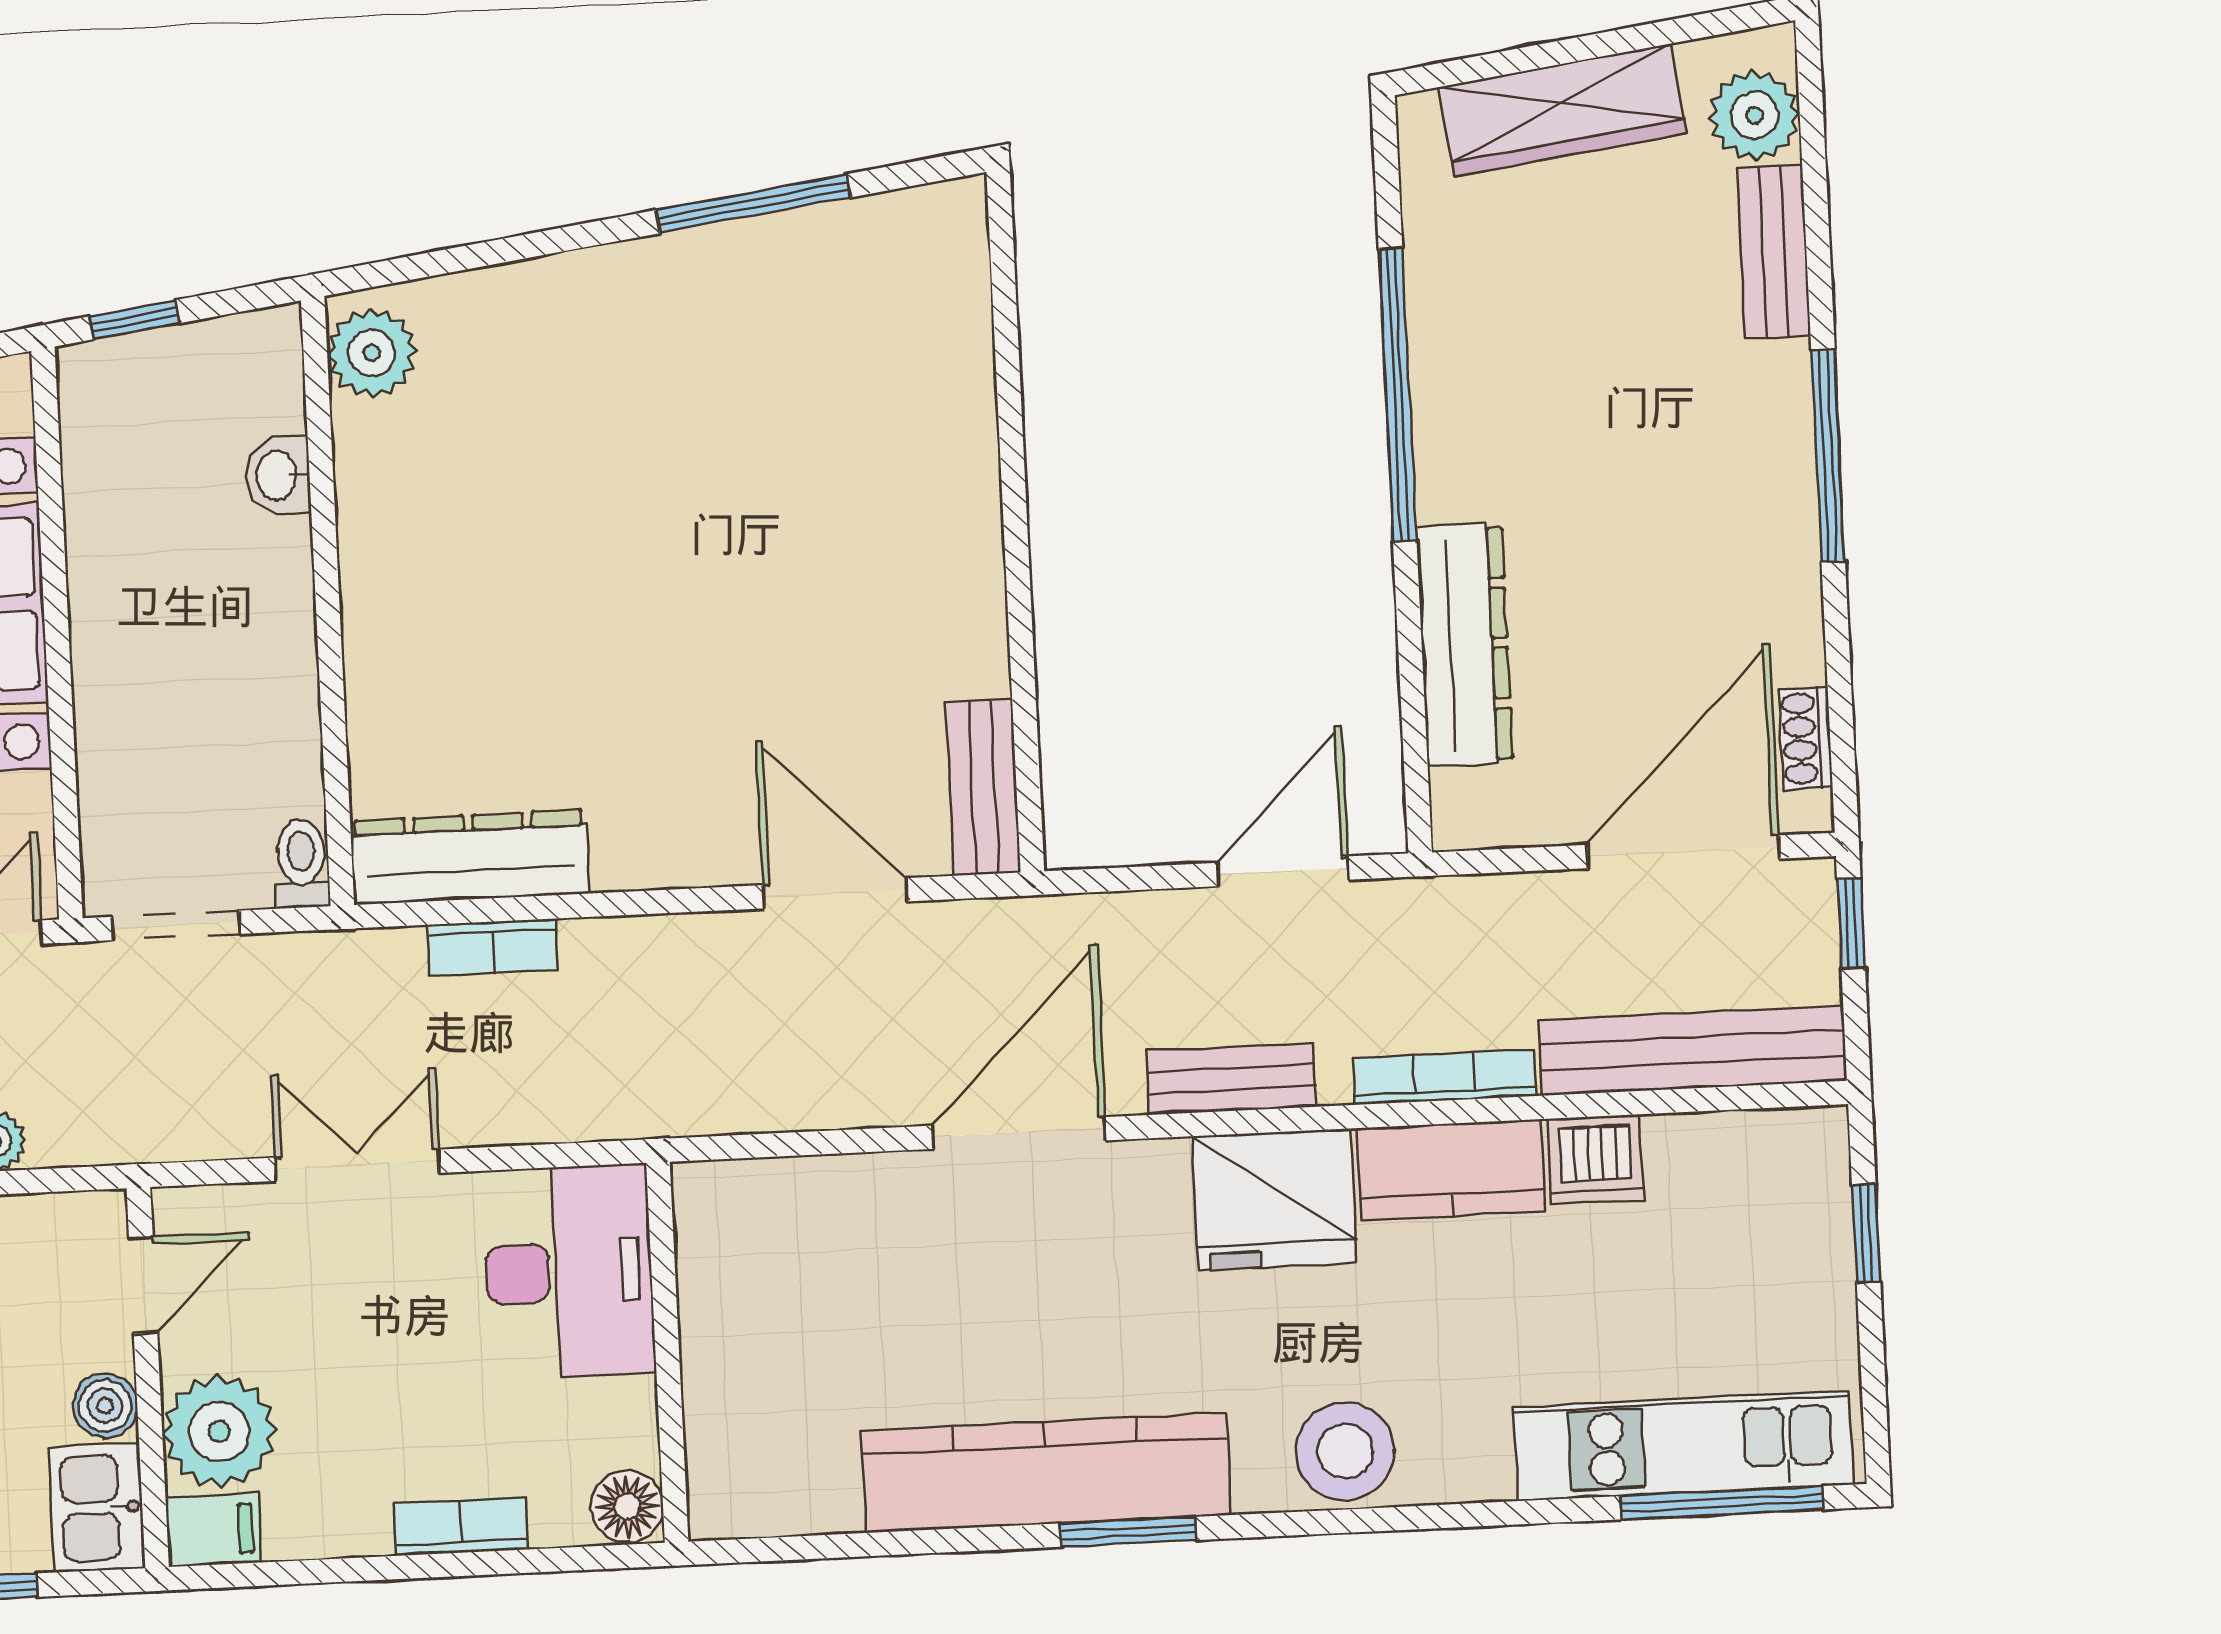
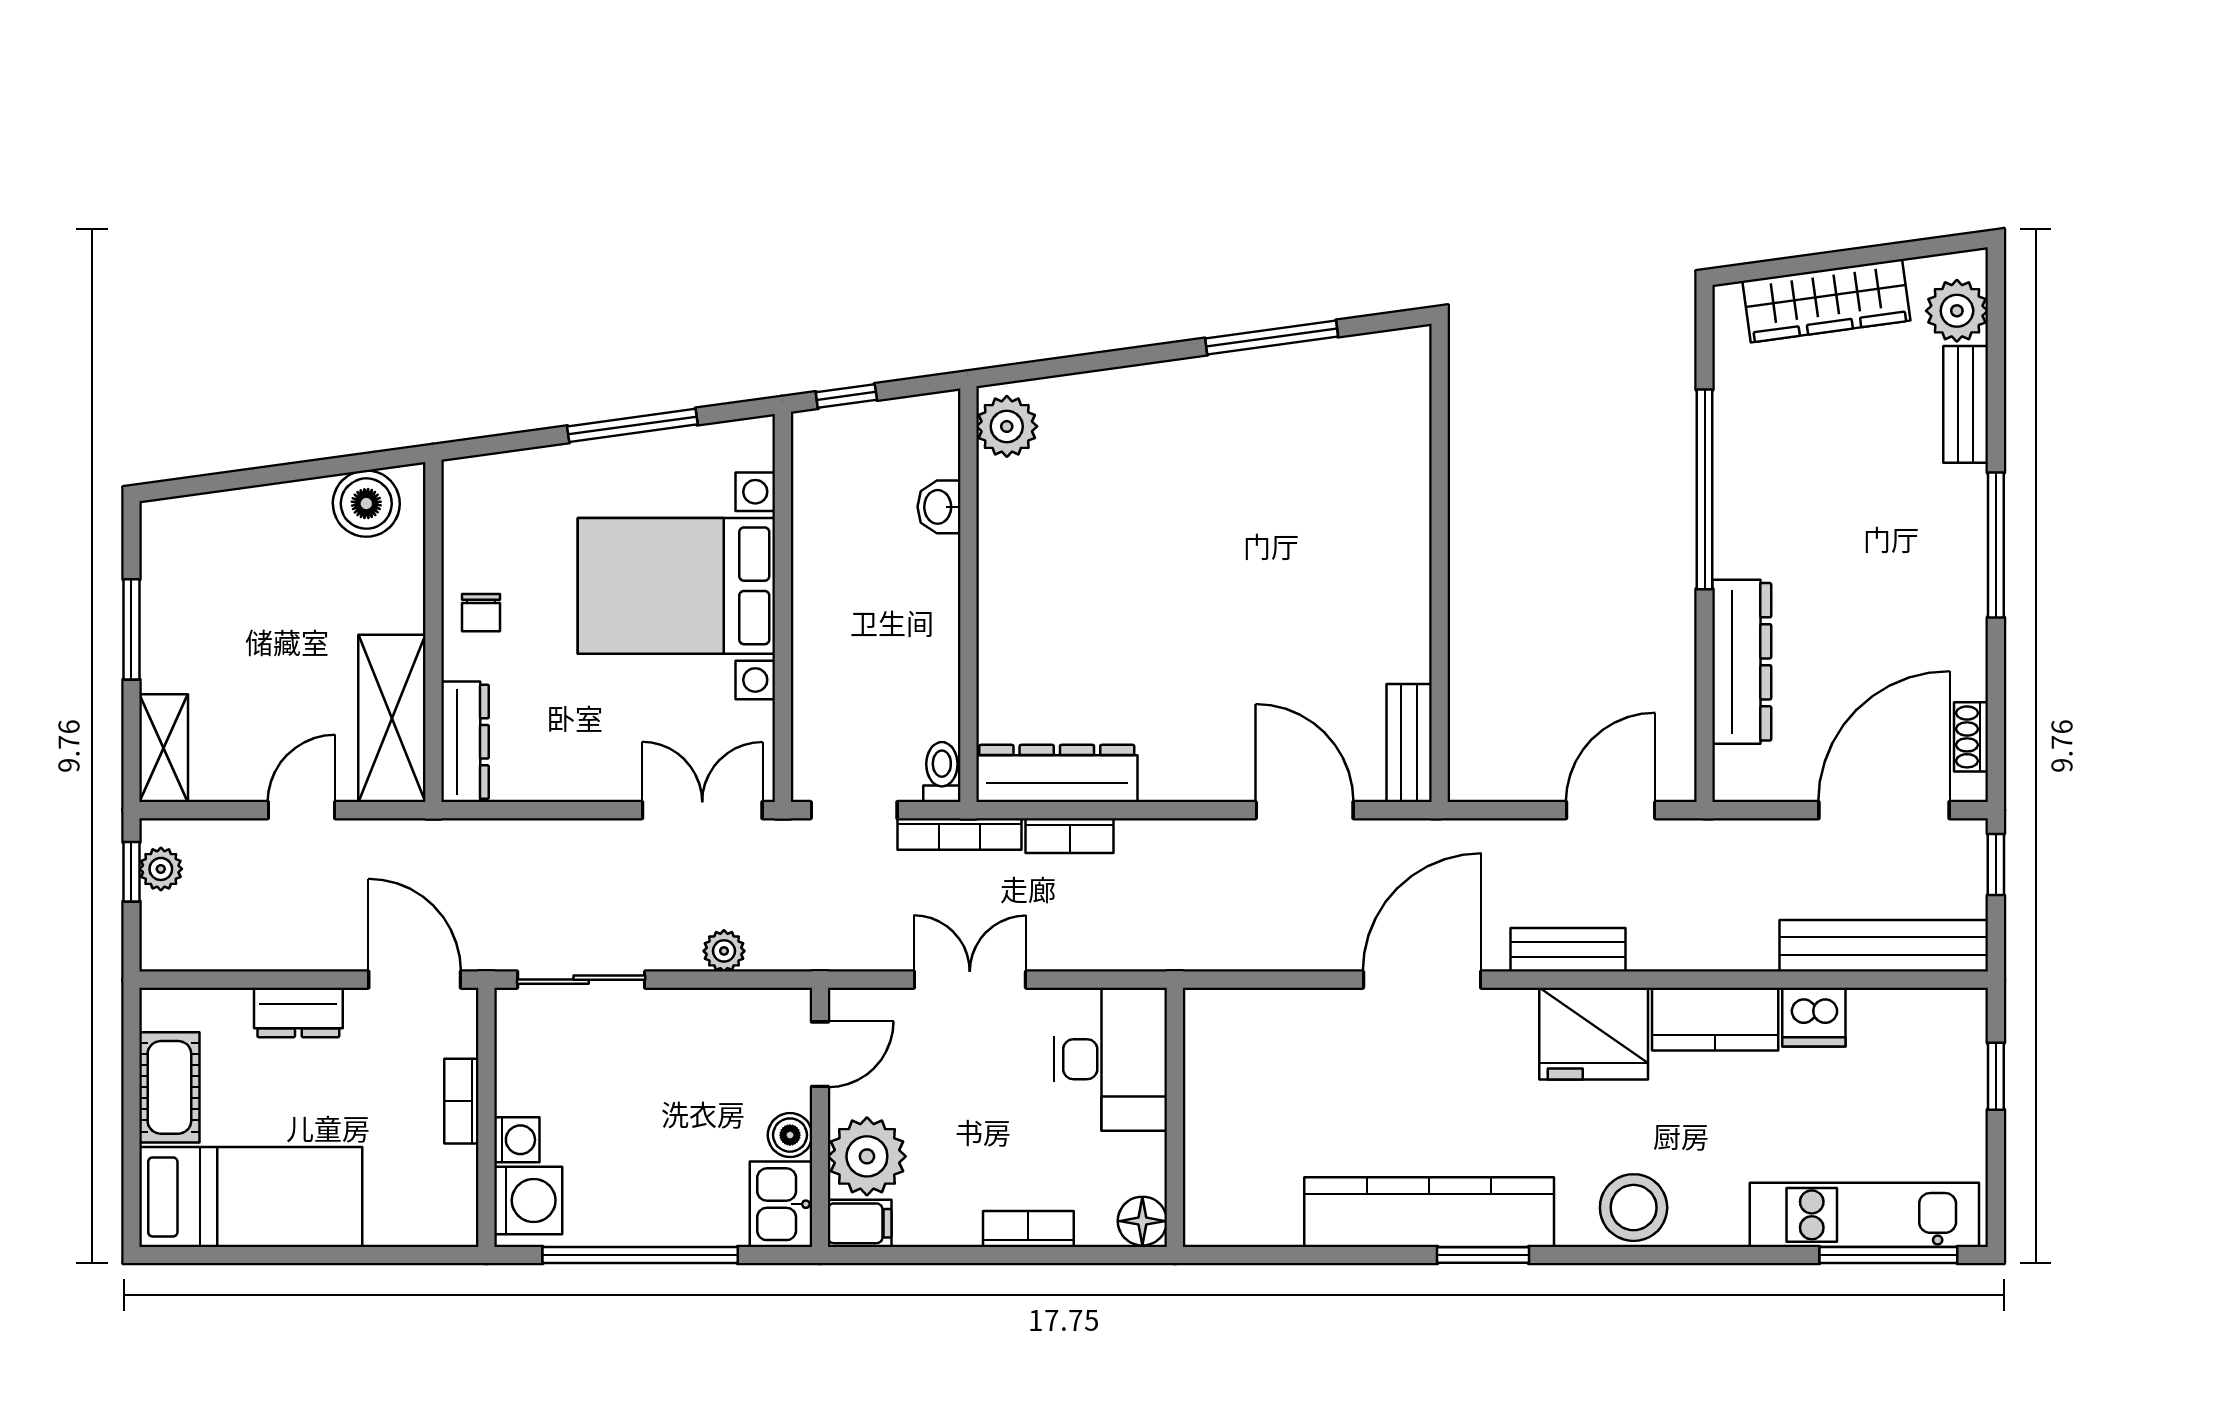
bookcase: (1444, 1077) -> (960, 834), moved, turned 180

